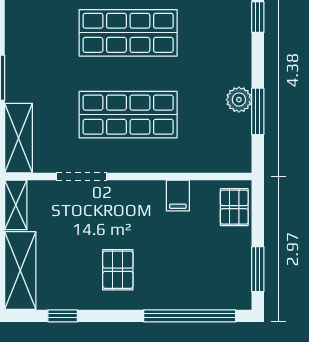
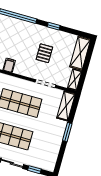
pallet: (118, 270) -> (44, 53), moved
window: (63, 316) -> (54, 26), moved

